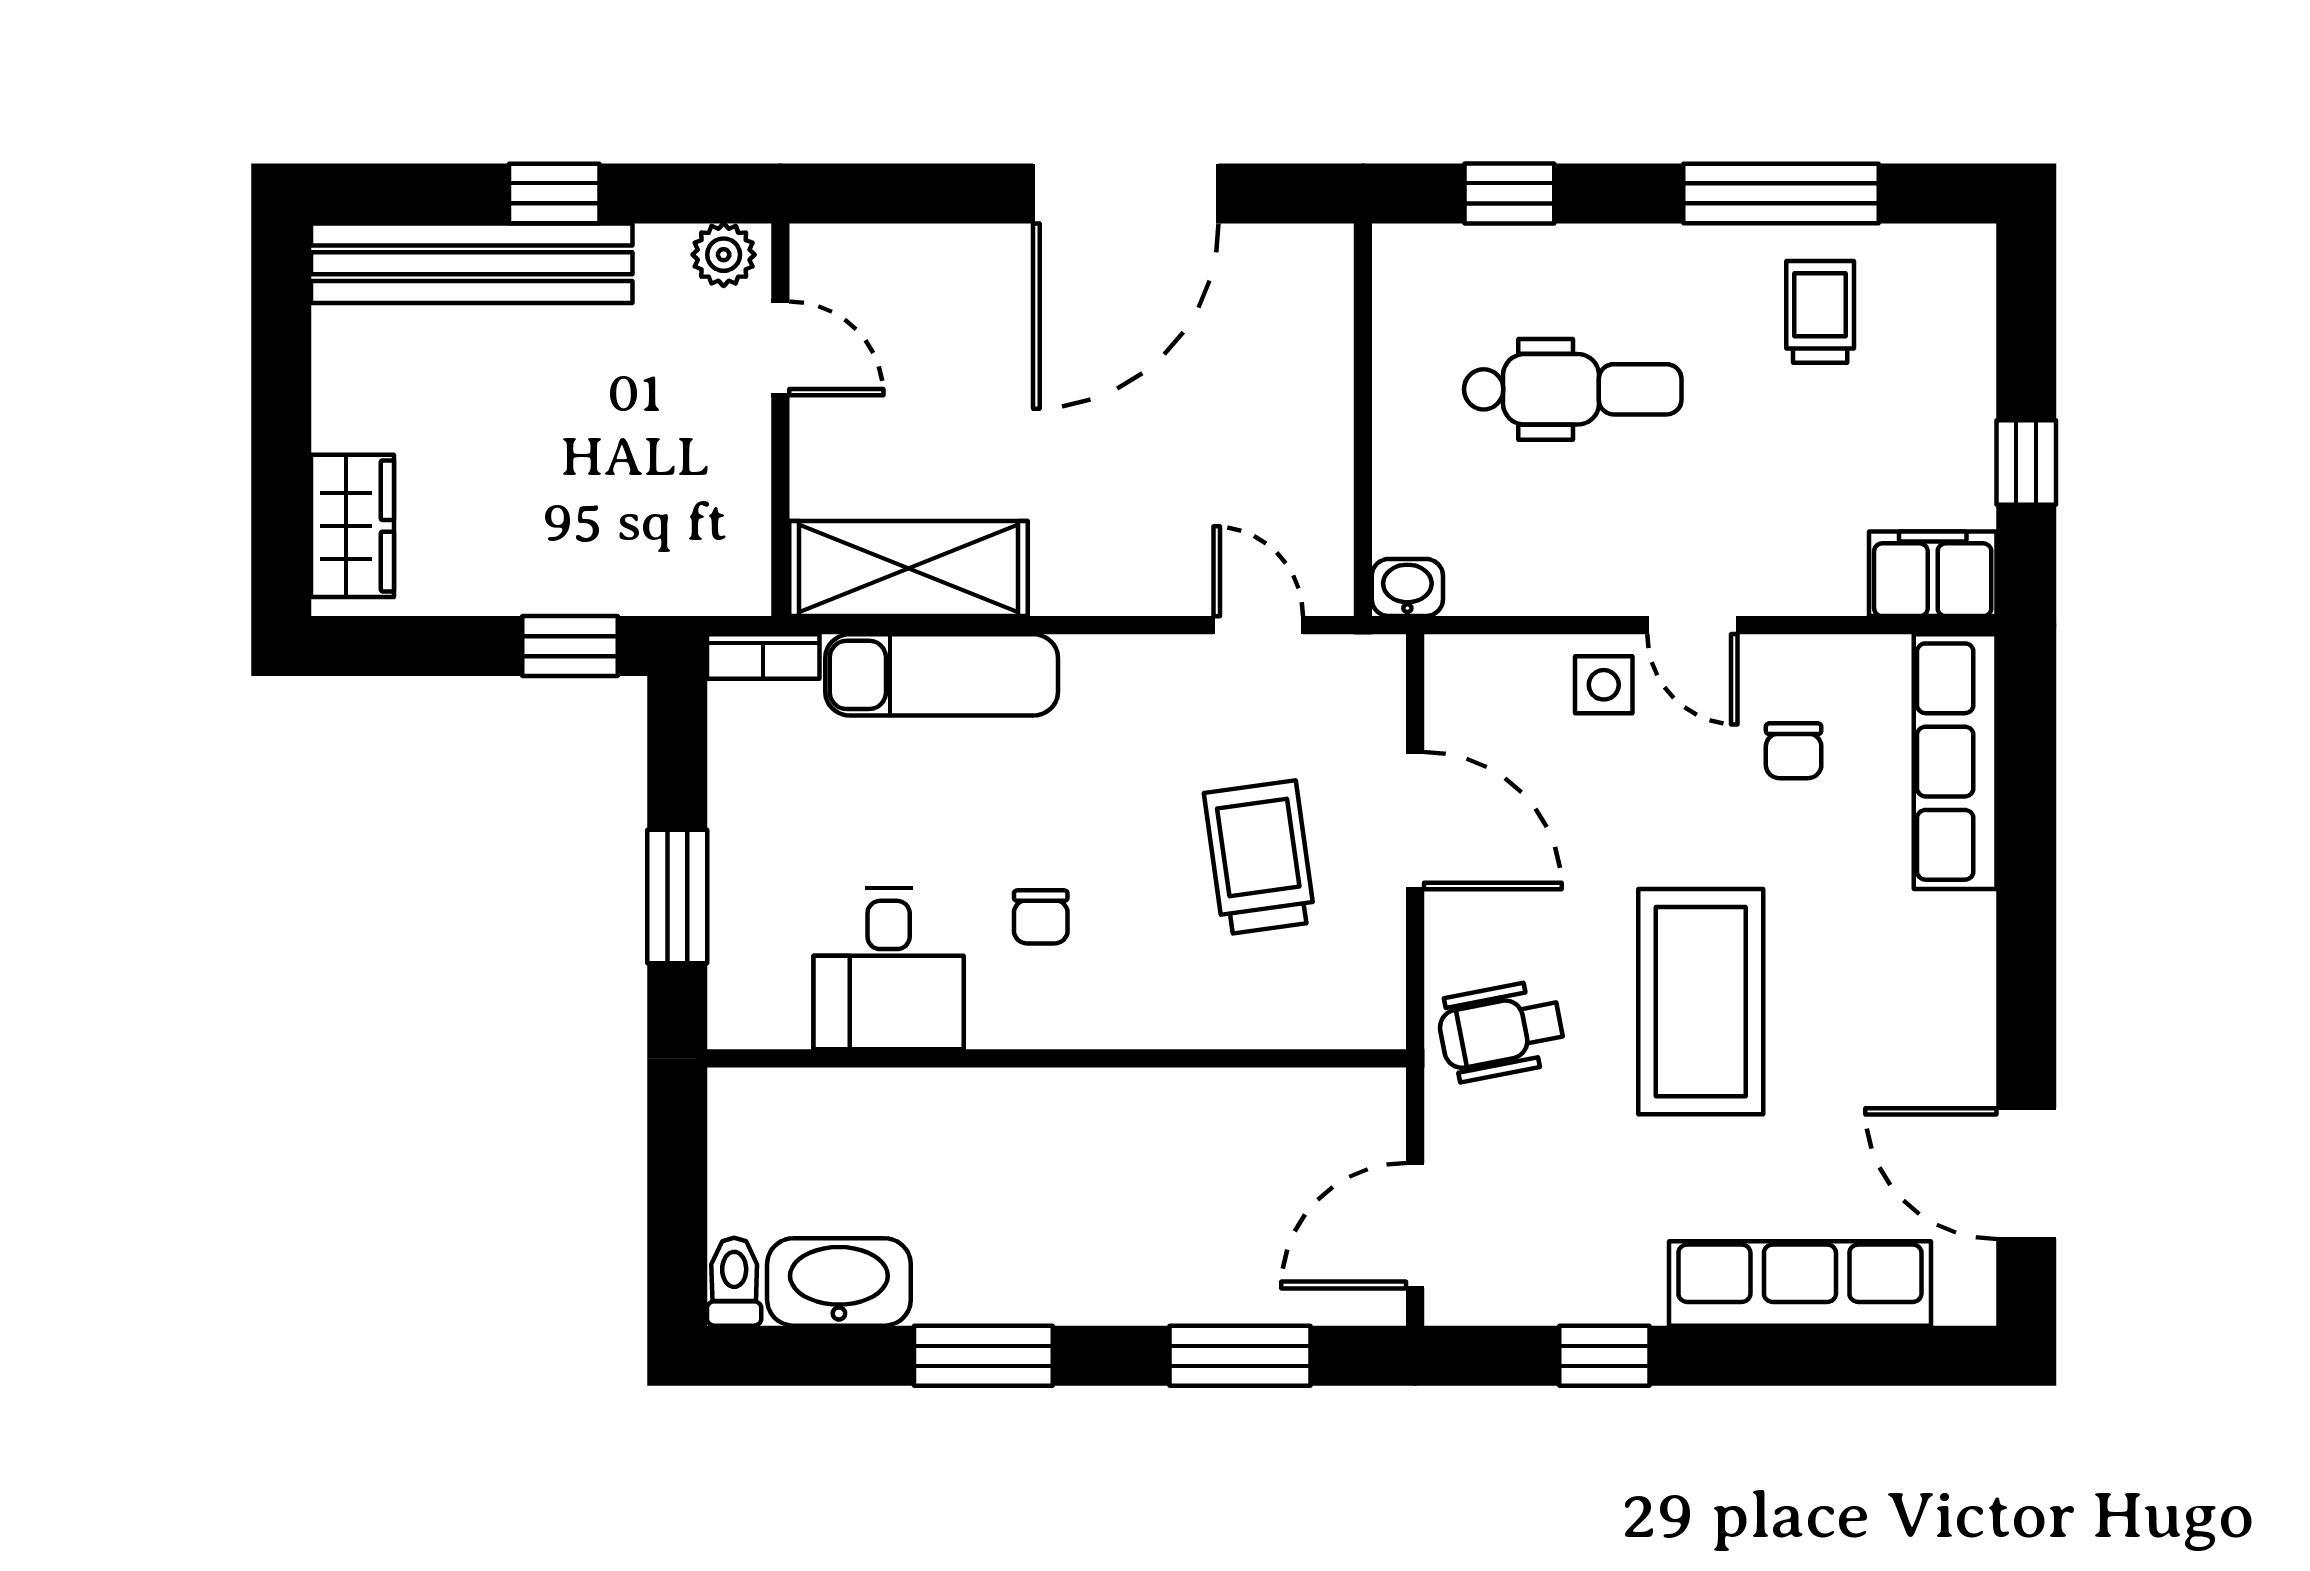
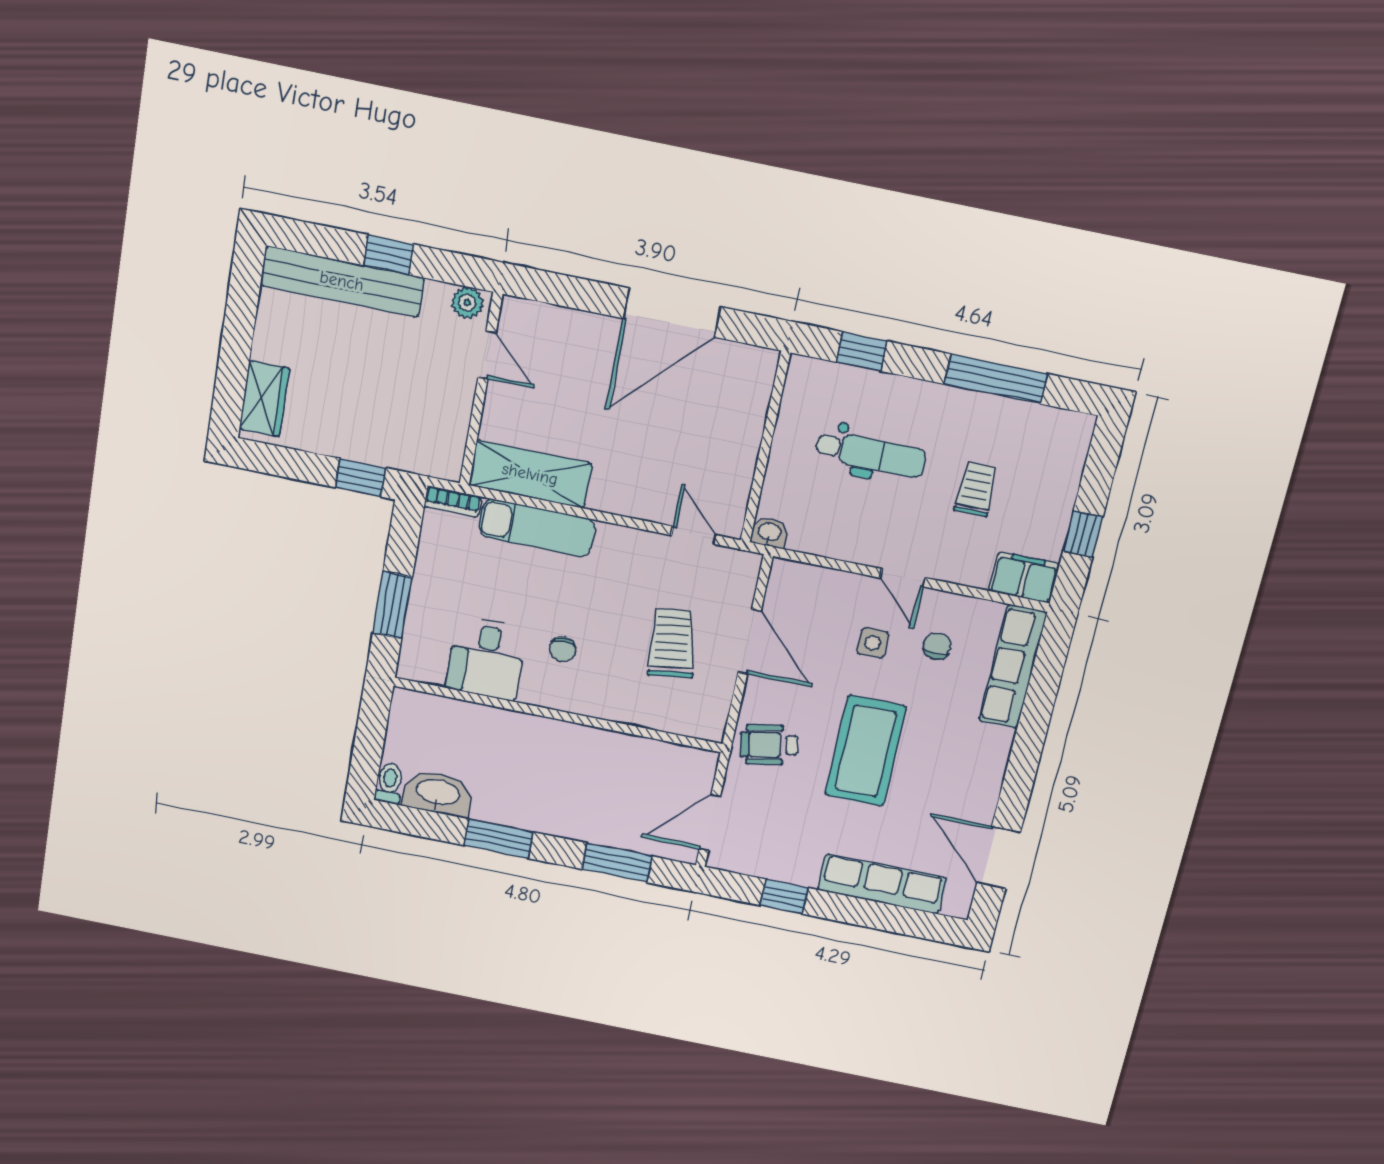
trolley: (1820, 312) -> (976, 489), moved
side table: (1604, 685) -> (873, 643), moved
chair: (1794, 751) -> (937, 646), turned 180

